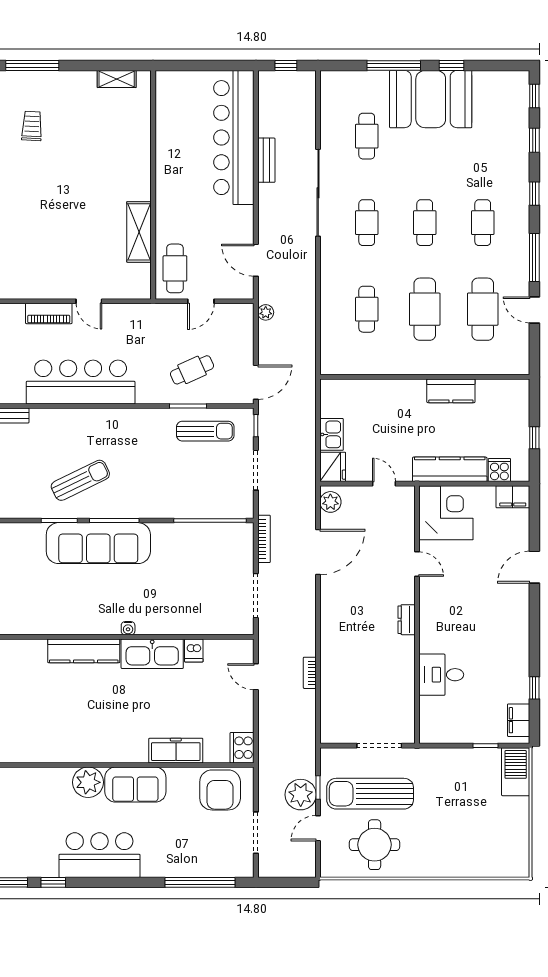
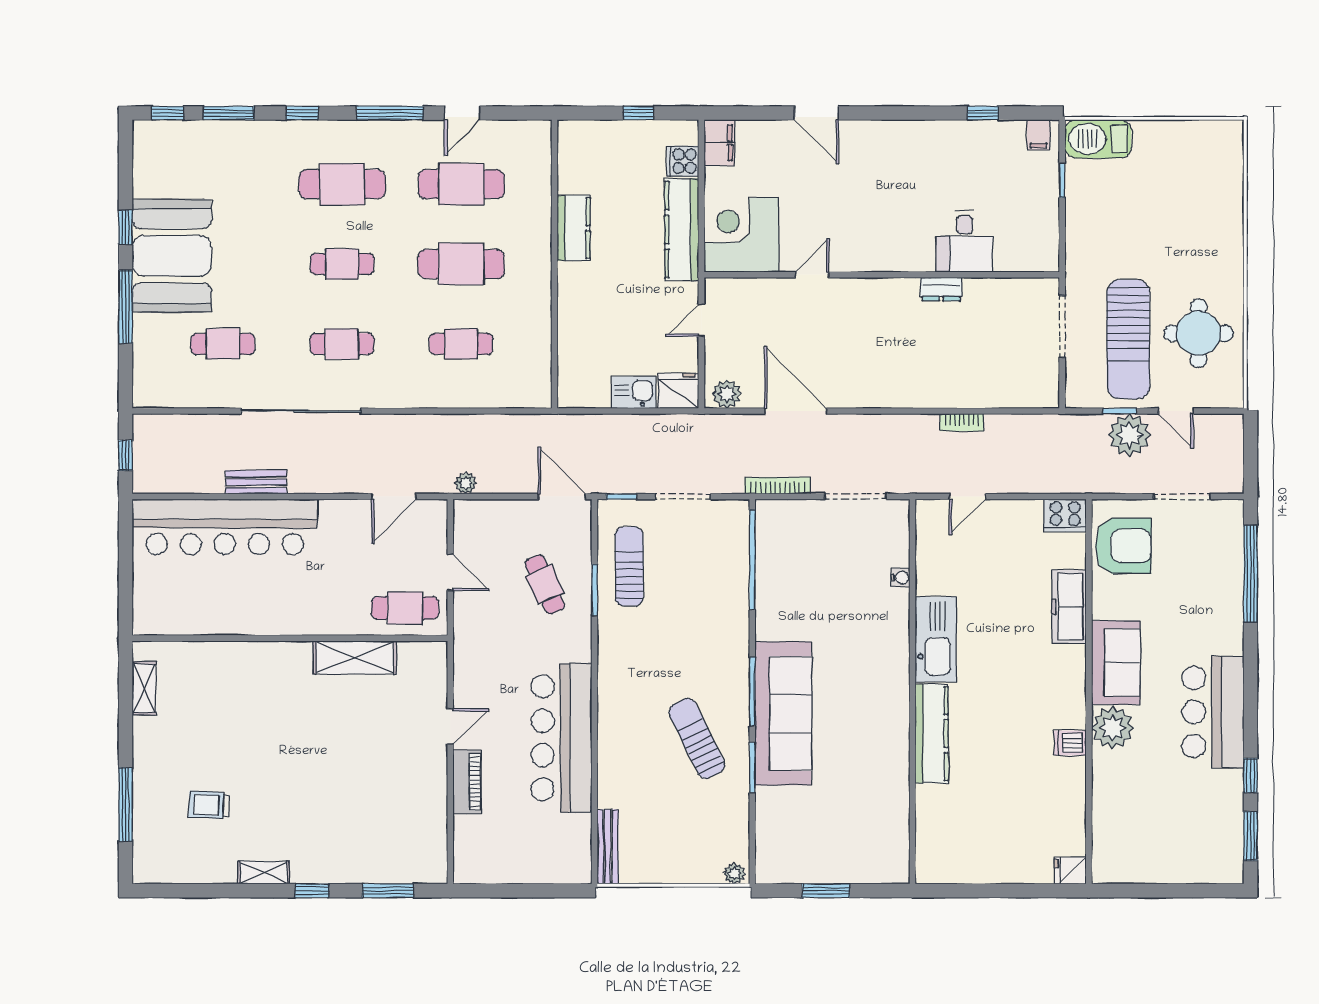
window: (534, 140) -> (229, 113), width x1.50
cafe table: (483, 223) -> (342, 184), width x1.37, depth x1.35
dresser: (407, 620) -> (941, 289), moved
water cooler: (128, 628) -> (901, 578), moved
dishwasher: (194, 651) -> (1070, 743), moved, turned 180
filing cabinet: (519, 720) -> (1038, 135), width x0.50

